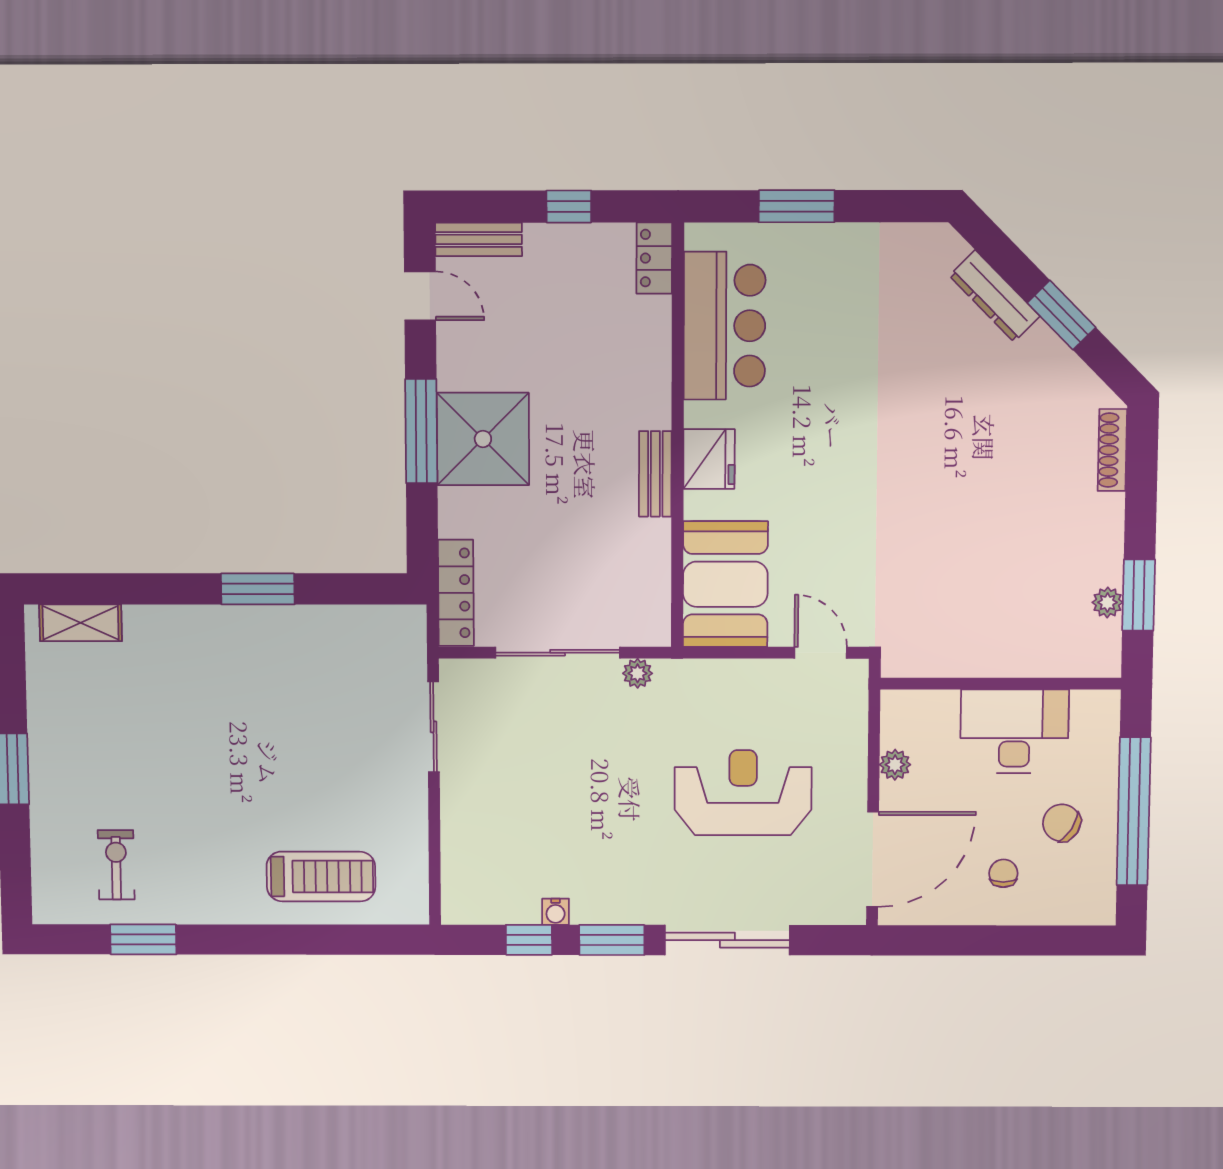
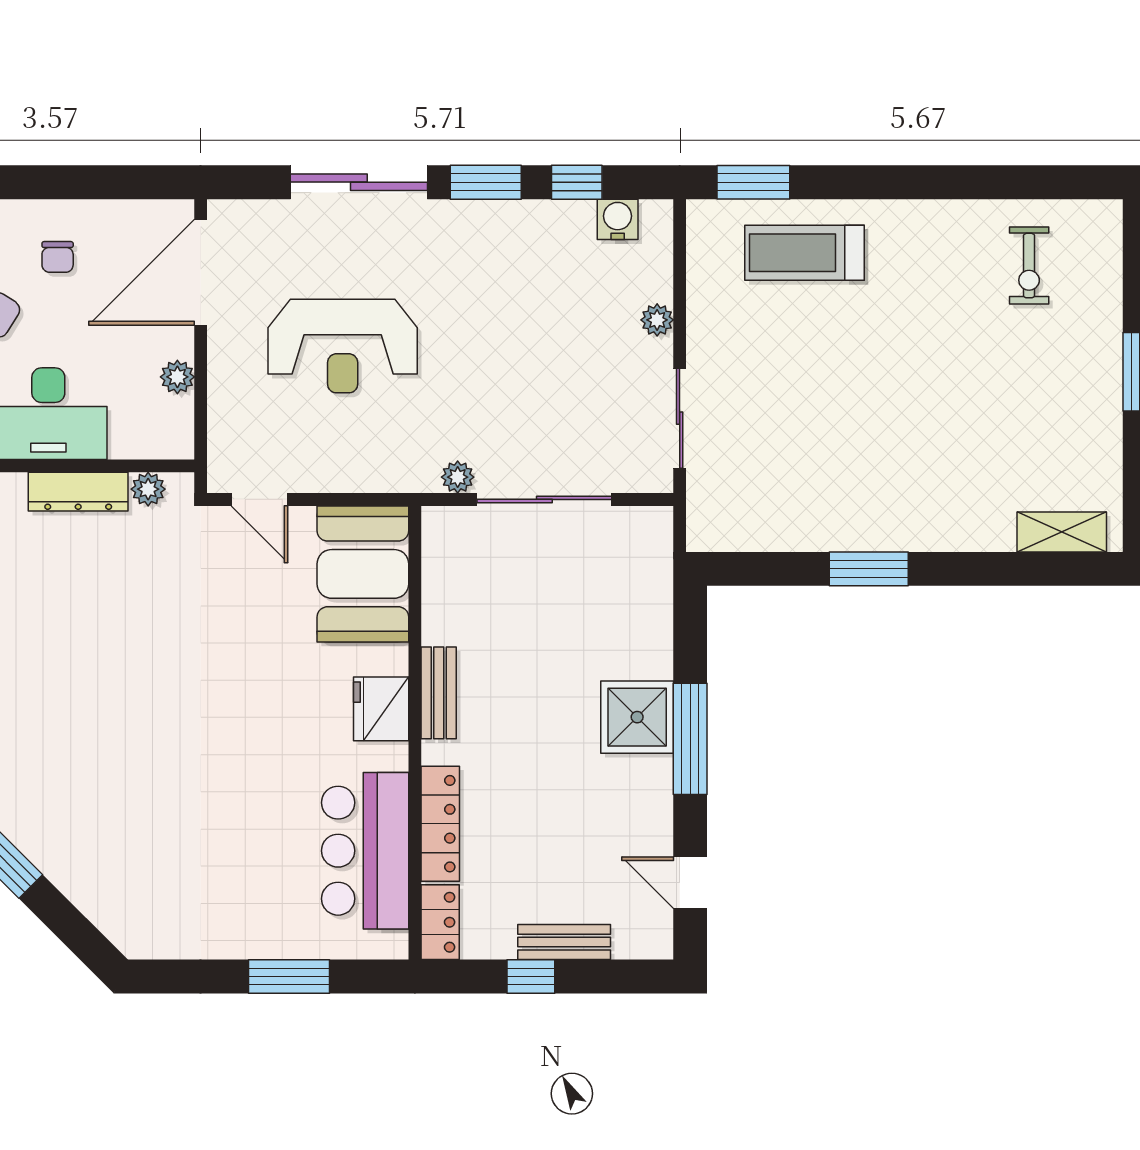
bench: (479, 239) -> (564, 942), moved
dresser: (995, 296) -> (78, 492), moved, turned 135
shower: (483, 439) -> (637, 717), width x0.73, depth x0.73
locker: (456, 593) -> (440, 824), moved, turned 180
plant: (923, 662) -> (148, 489), added
plant: (455, 816) -> (657, 320), added
water cooler: (556, 912) -> (618, 219), moved, width x1.38, depth x1.38
window: (143, 939) -> (753, 182), moved

